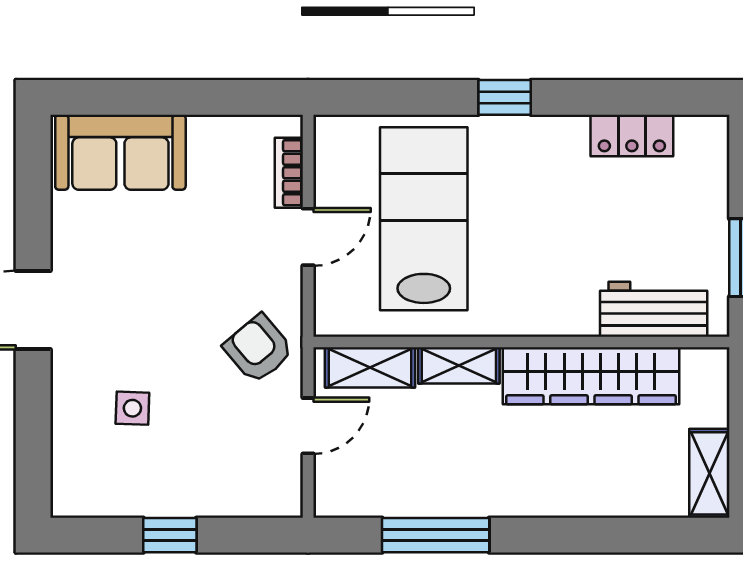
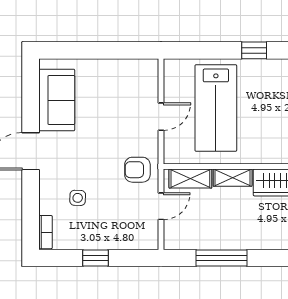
sofa: (120, 152) -> (57, 100), moved, turned -90
bookcase: (289, 173) -> (45, 232), moved, turned 180
lab bench: (424, 219) -> (216, 108), turned 180
armchair: (258, 349) -> (137, 170), turned -50

